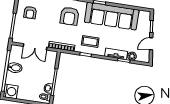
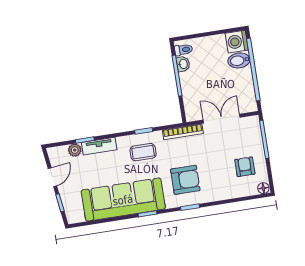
armchair: (69, 16) -> (185, 180), turned 90
bidet: (15, 68) -> (239, 60), moved

